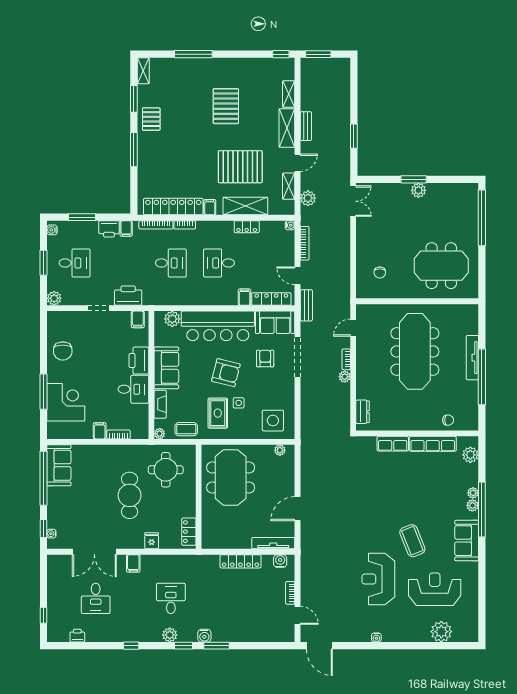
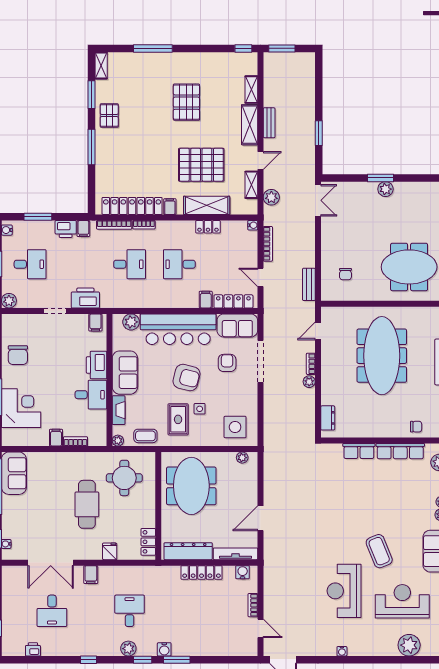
bench: (306, 305) -> (309, 284), moved
dresser: (228, 541) -> (188, 551), added

